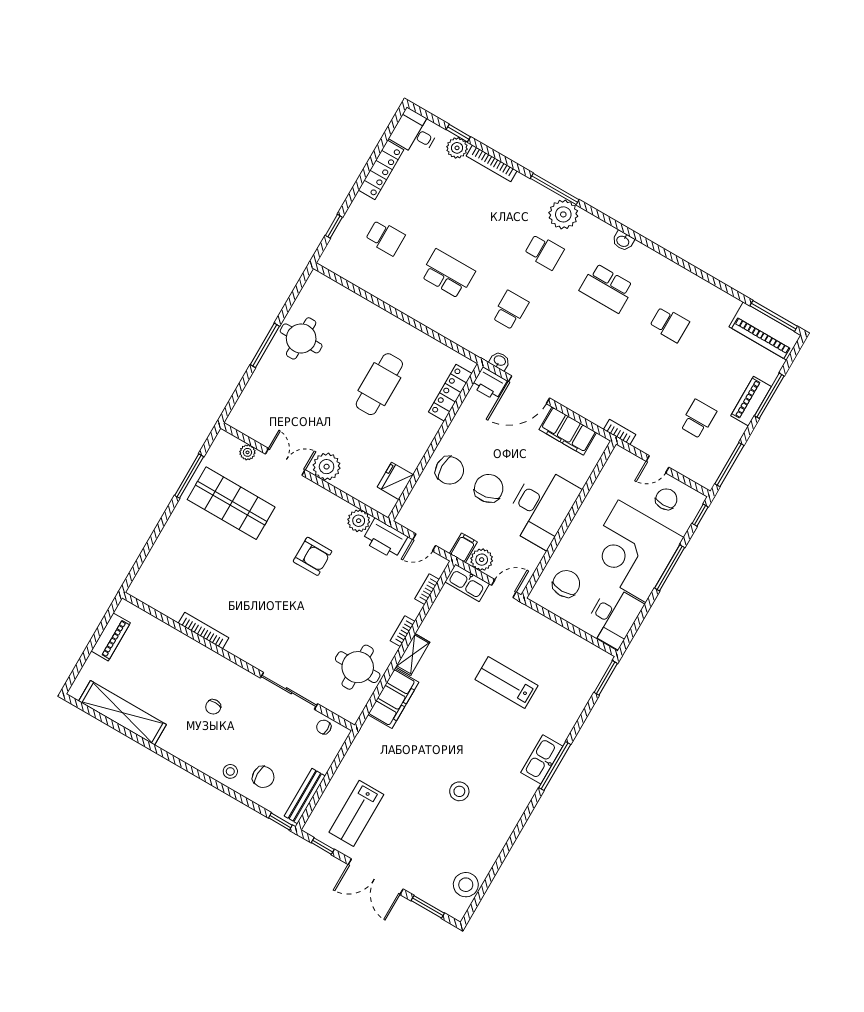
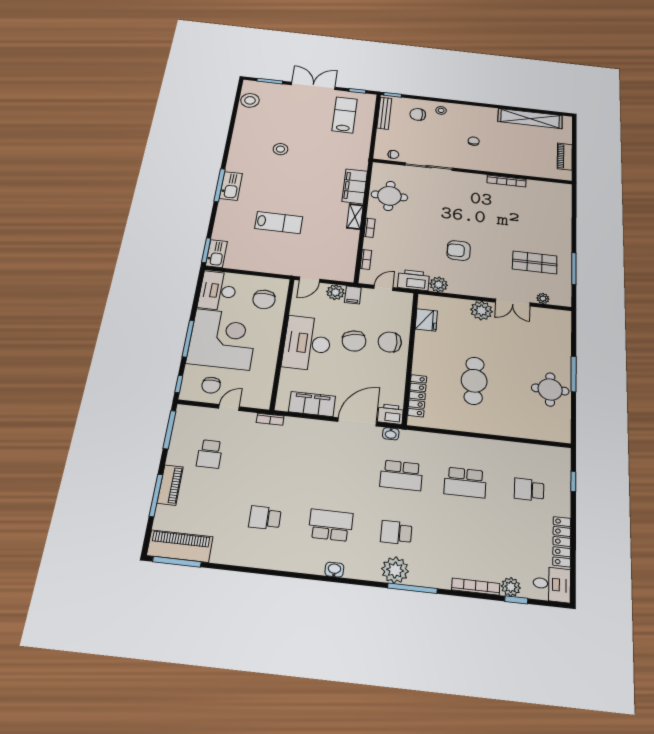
school desk: (510, 310) -> (401, 475), width x1.85
shop shelf: (231, 503) -> (535, 262), width x0.70, depth x0.74
kitchen sink: (467, 583) -> (216, 254), moved, turned 90

